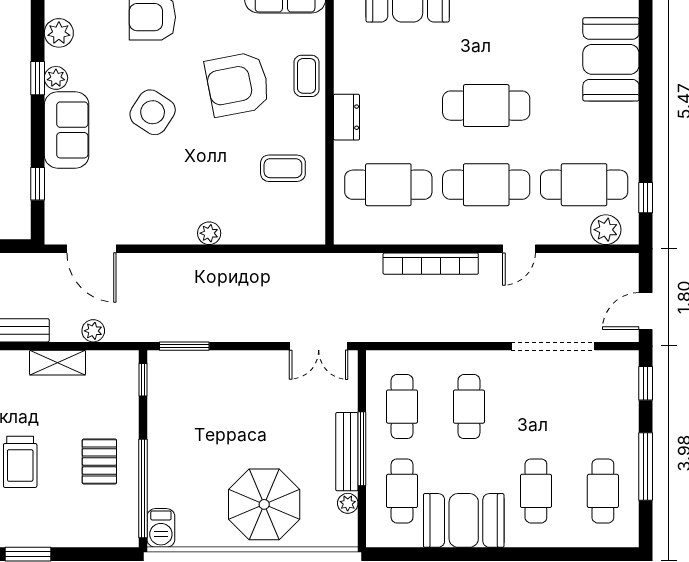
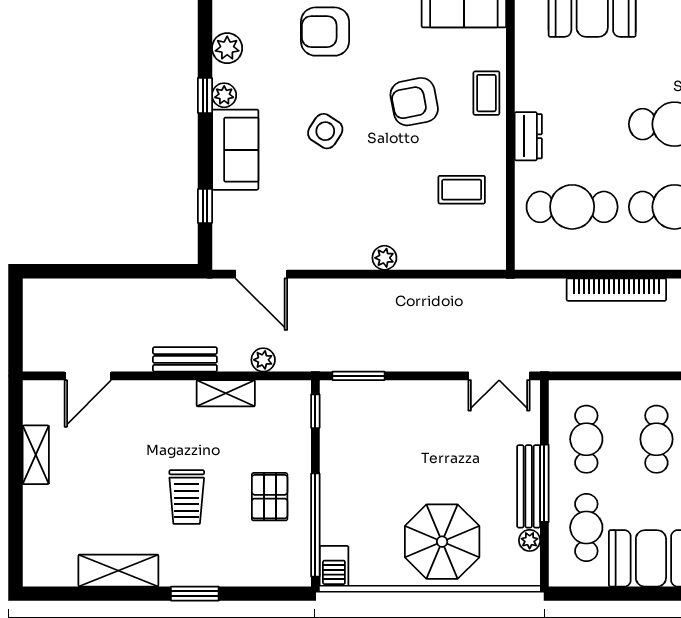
armchair: (238, 84) -> (414, 102), width x0.73, depth x0.73
side table: (153, 112) -> (325, 131), width x0.73, depth x0.73

